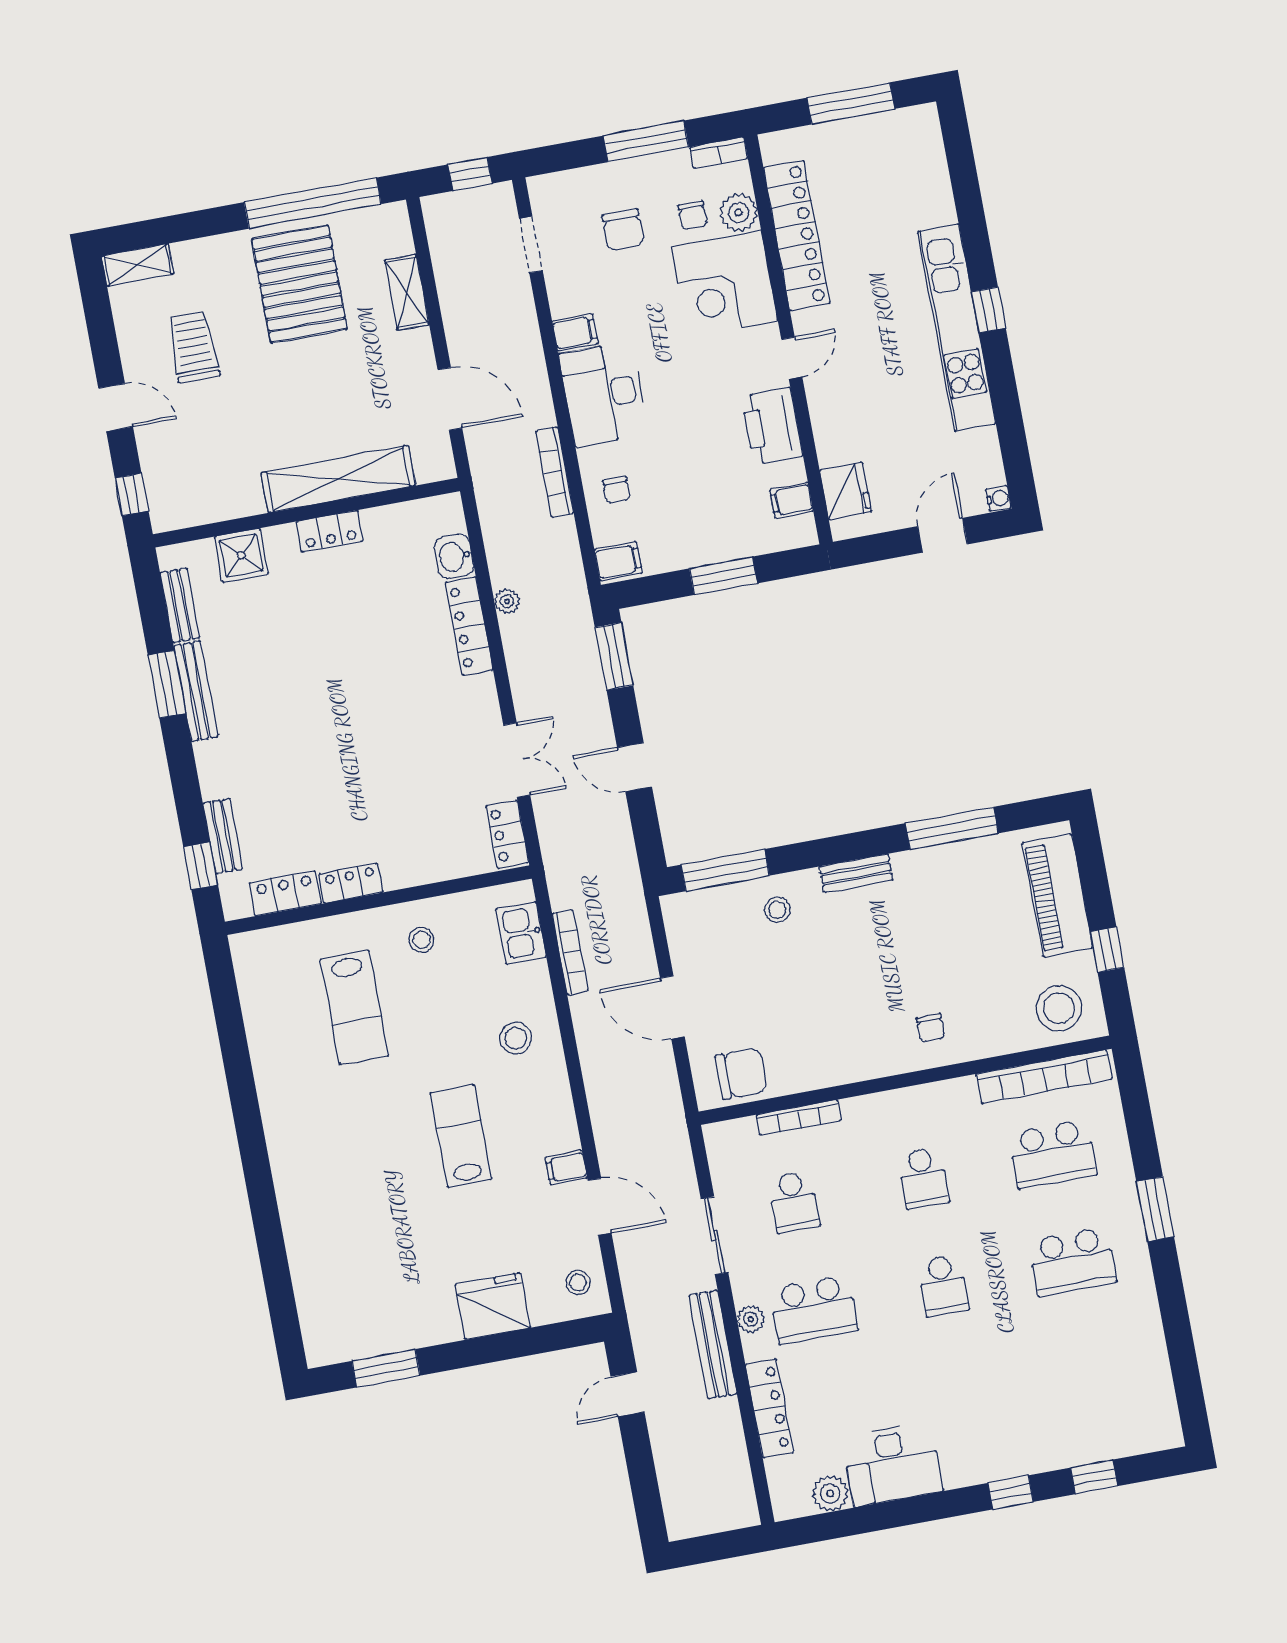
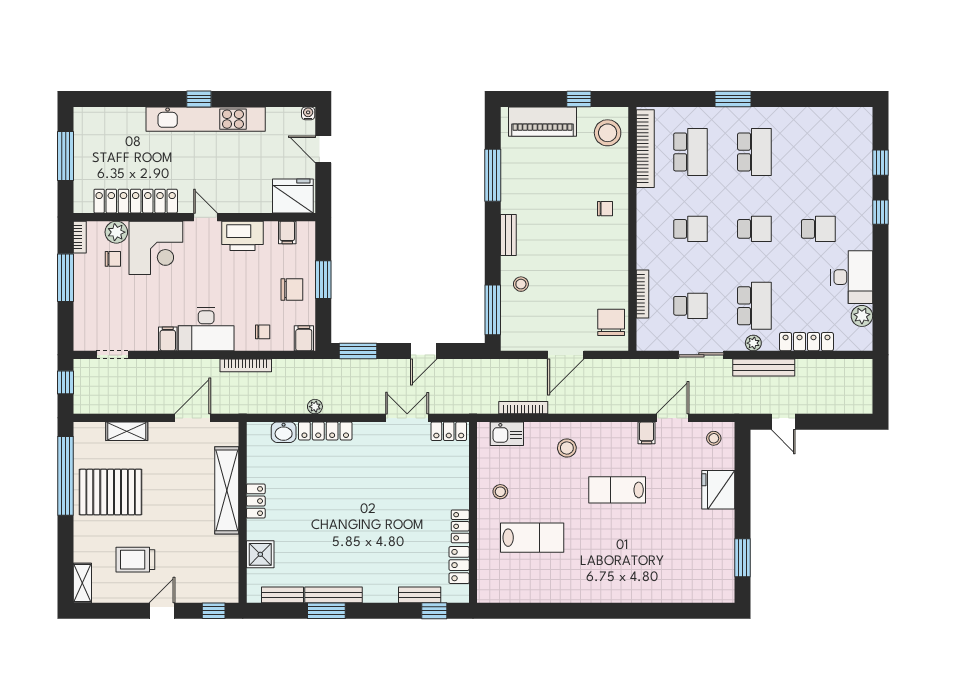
chair: (623, 230) -> (292, 289), moved
fridge: (845, 491) -> (293, 196), width x1.36, depth x1.34
school desk: (963, 1393) -> (818, 229), added

